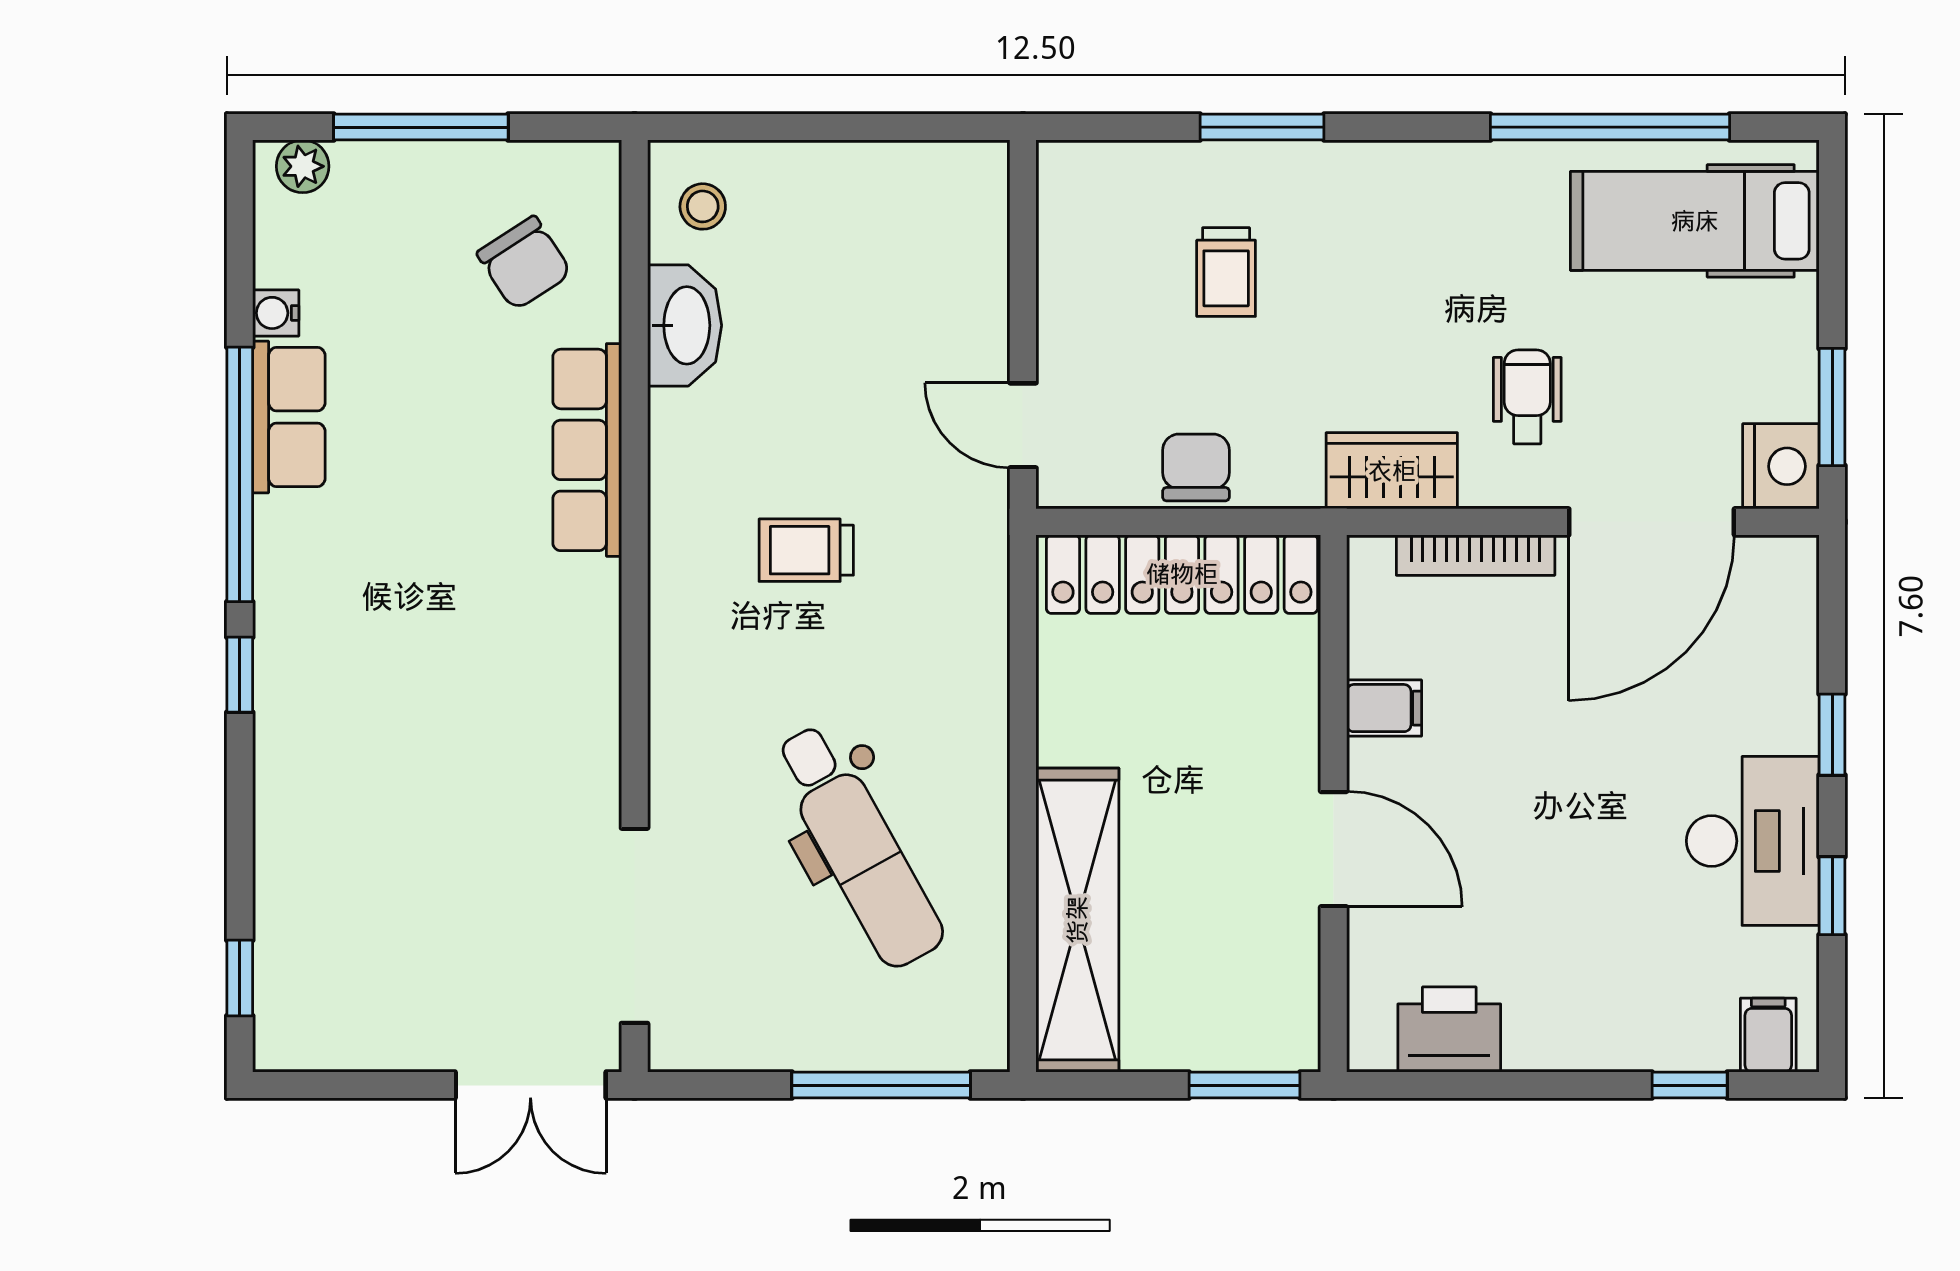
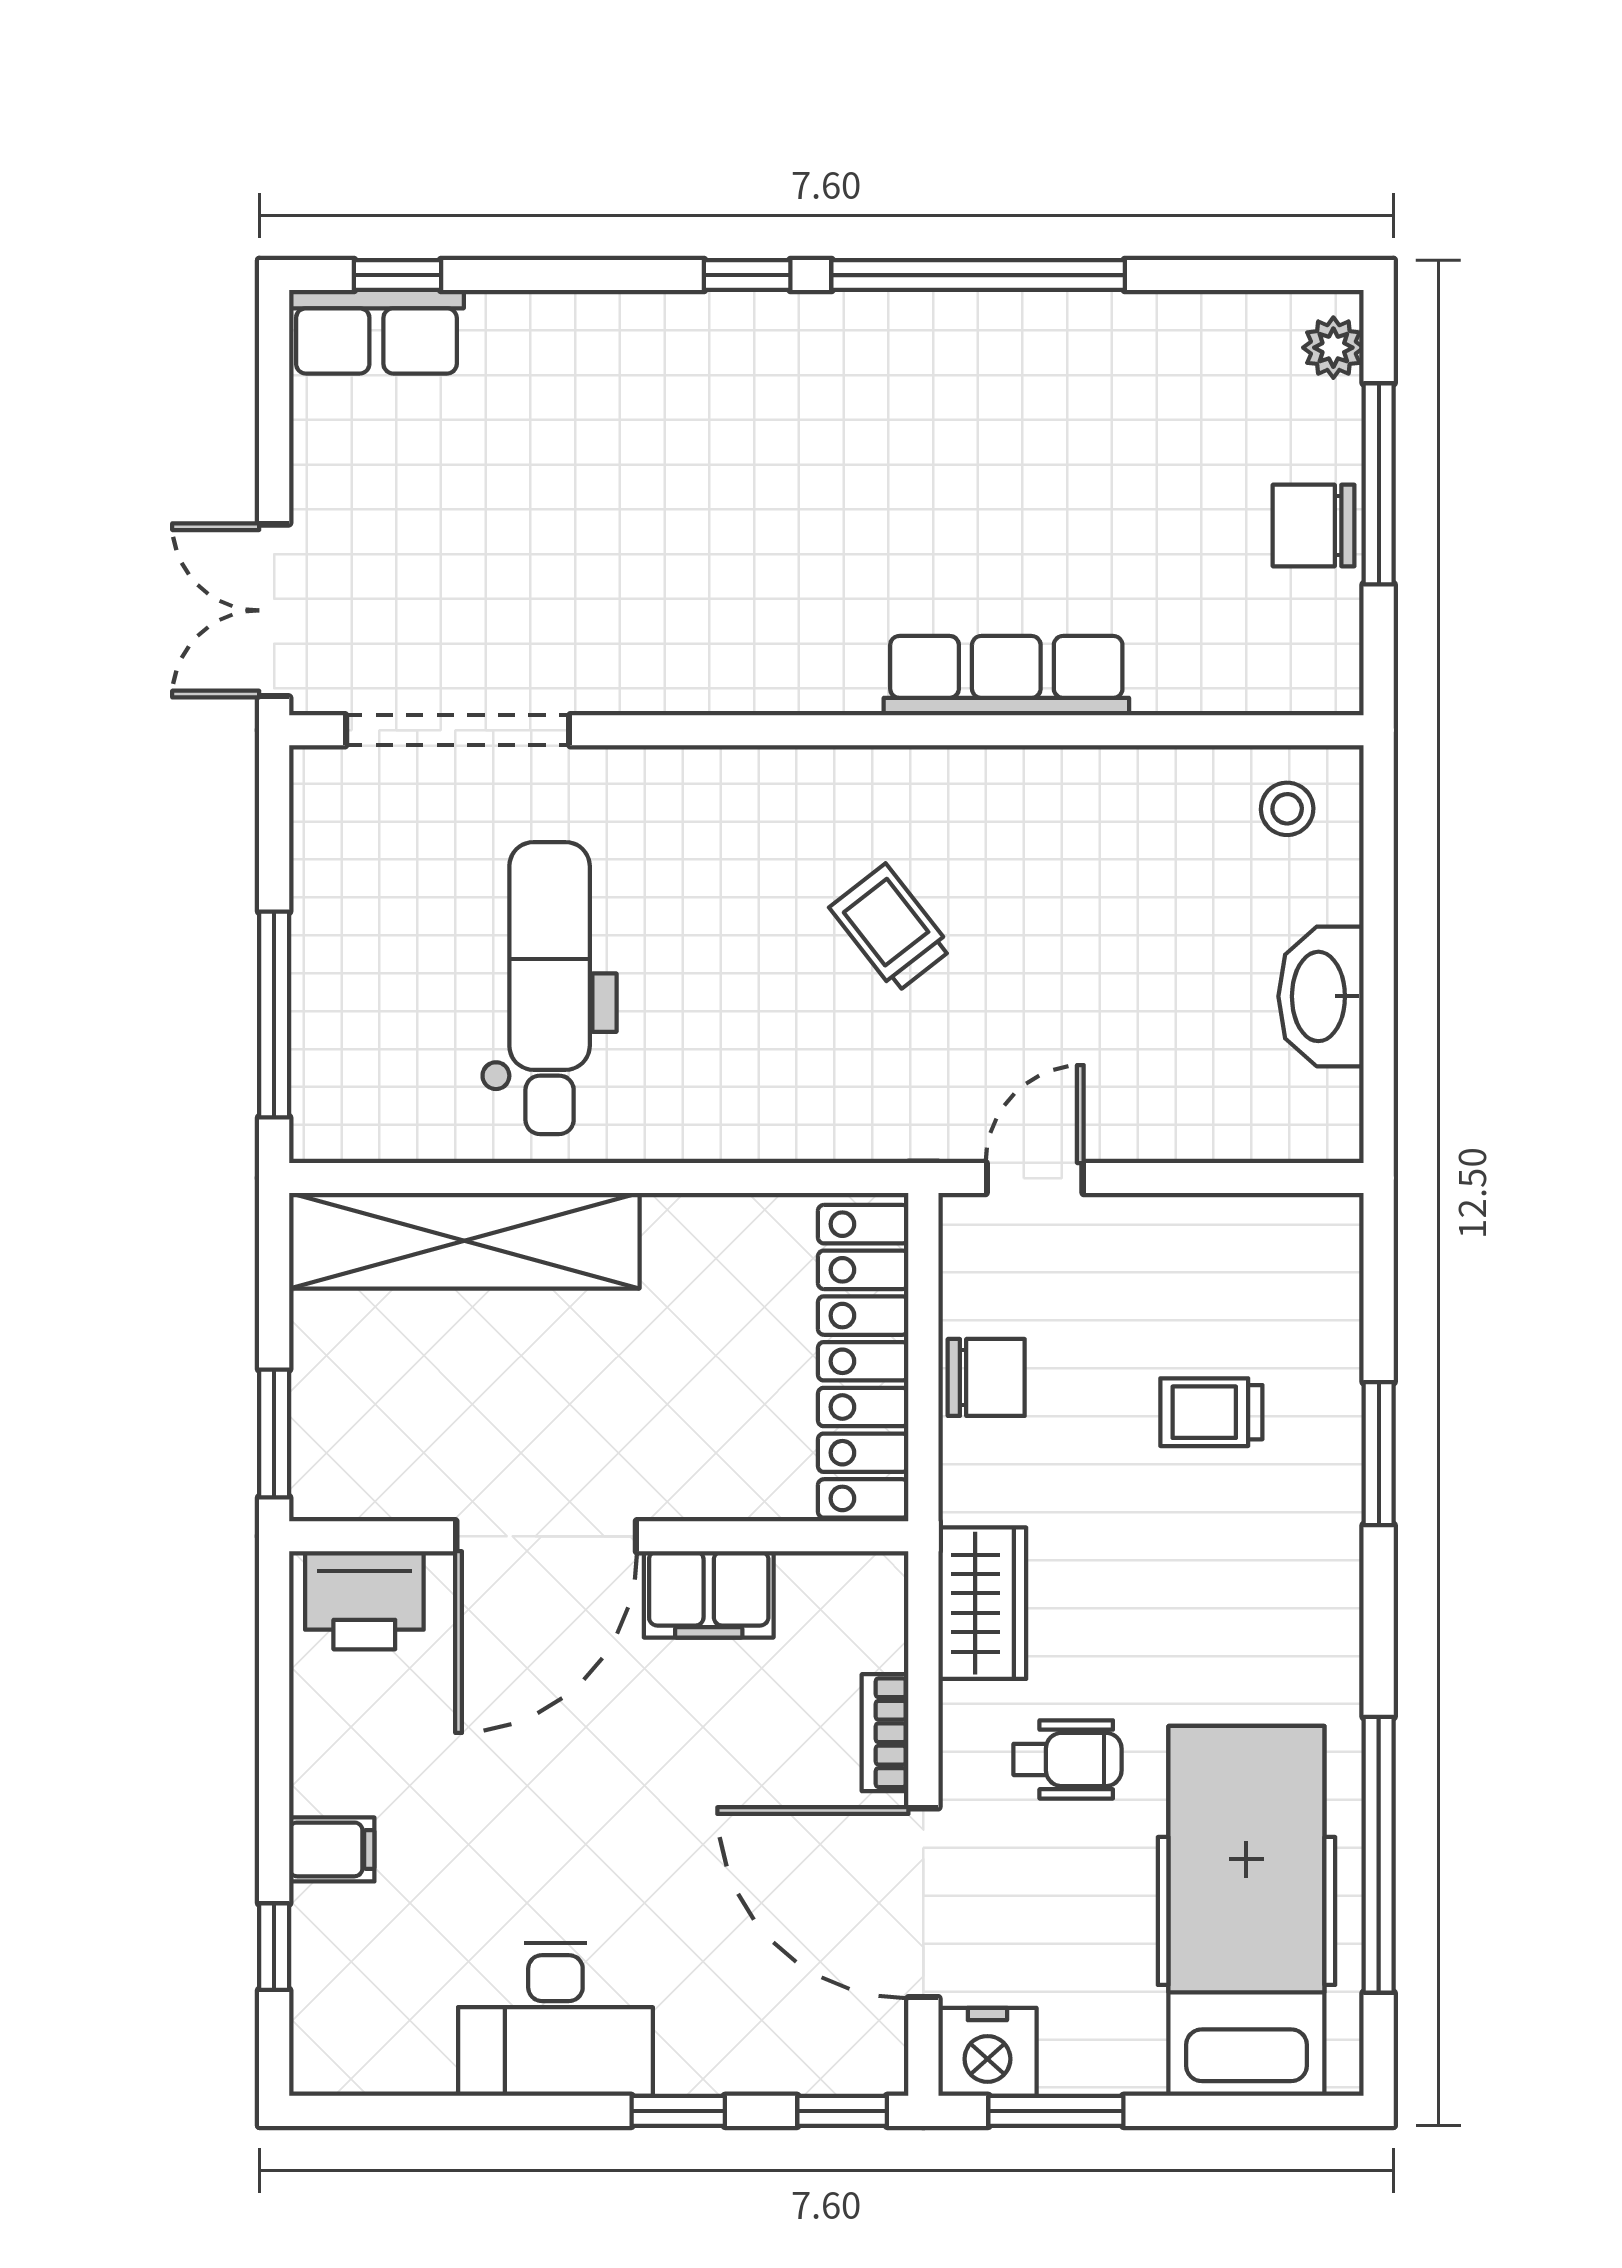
hospital bed: (1695, 221) -> (1246, 1911), width x1.37, depth x1.29
chair: (524, 263) -> (1314, 526), moved, turned 33
water cooler: (276, 313) -> (1164, 317), removed
washbasin: (685, 325) -> (1321, 996), moved, turned 90
row of seats: (289, 417) -> (376, 332), moved
trolley: (806, 550) -> (891, 928), turned -38
bookcase: (1476, 555) -> (885, 1733), width x0.64
filing cabinet: (1384, 708) -> (709, 1594), width x2.00
dental chair: (858, 846) -> (550, 988), turned 119
door: (1334, 849) -> (546, 1536), width x1.36
window: (1832, 896) -> (842, 2111), moved
printer: (1449, 1029) -> (364, 1600), moved, turned 90
filing cabinet: (1768, 1035) -> (332, 1849), moved

